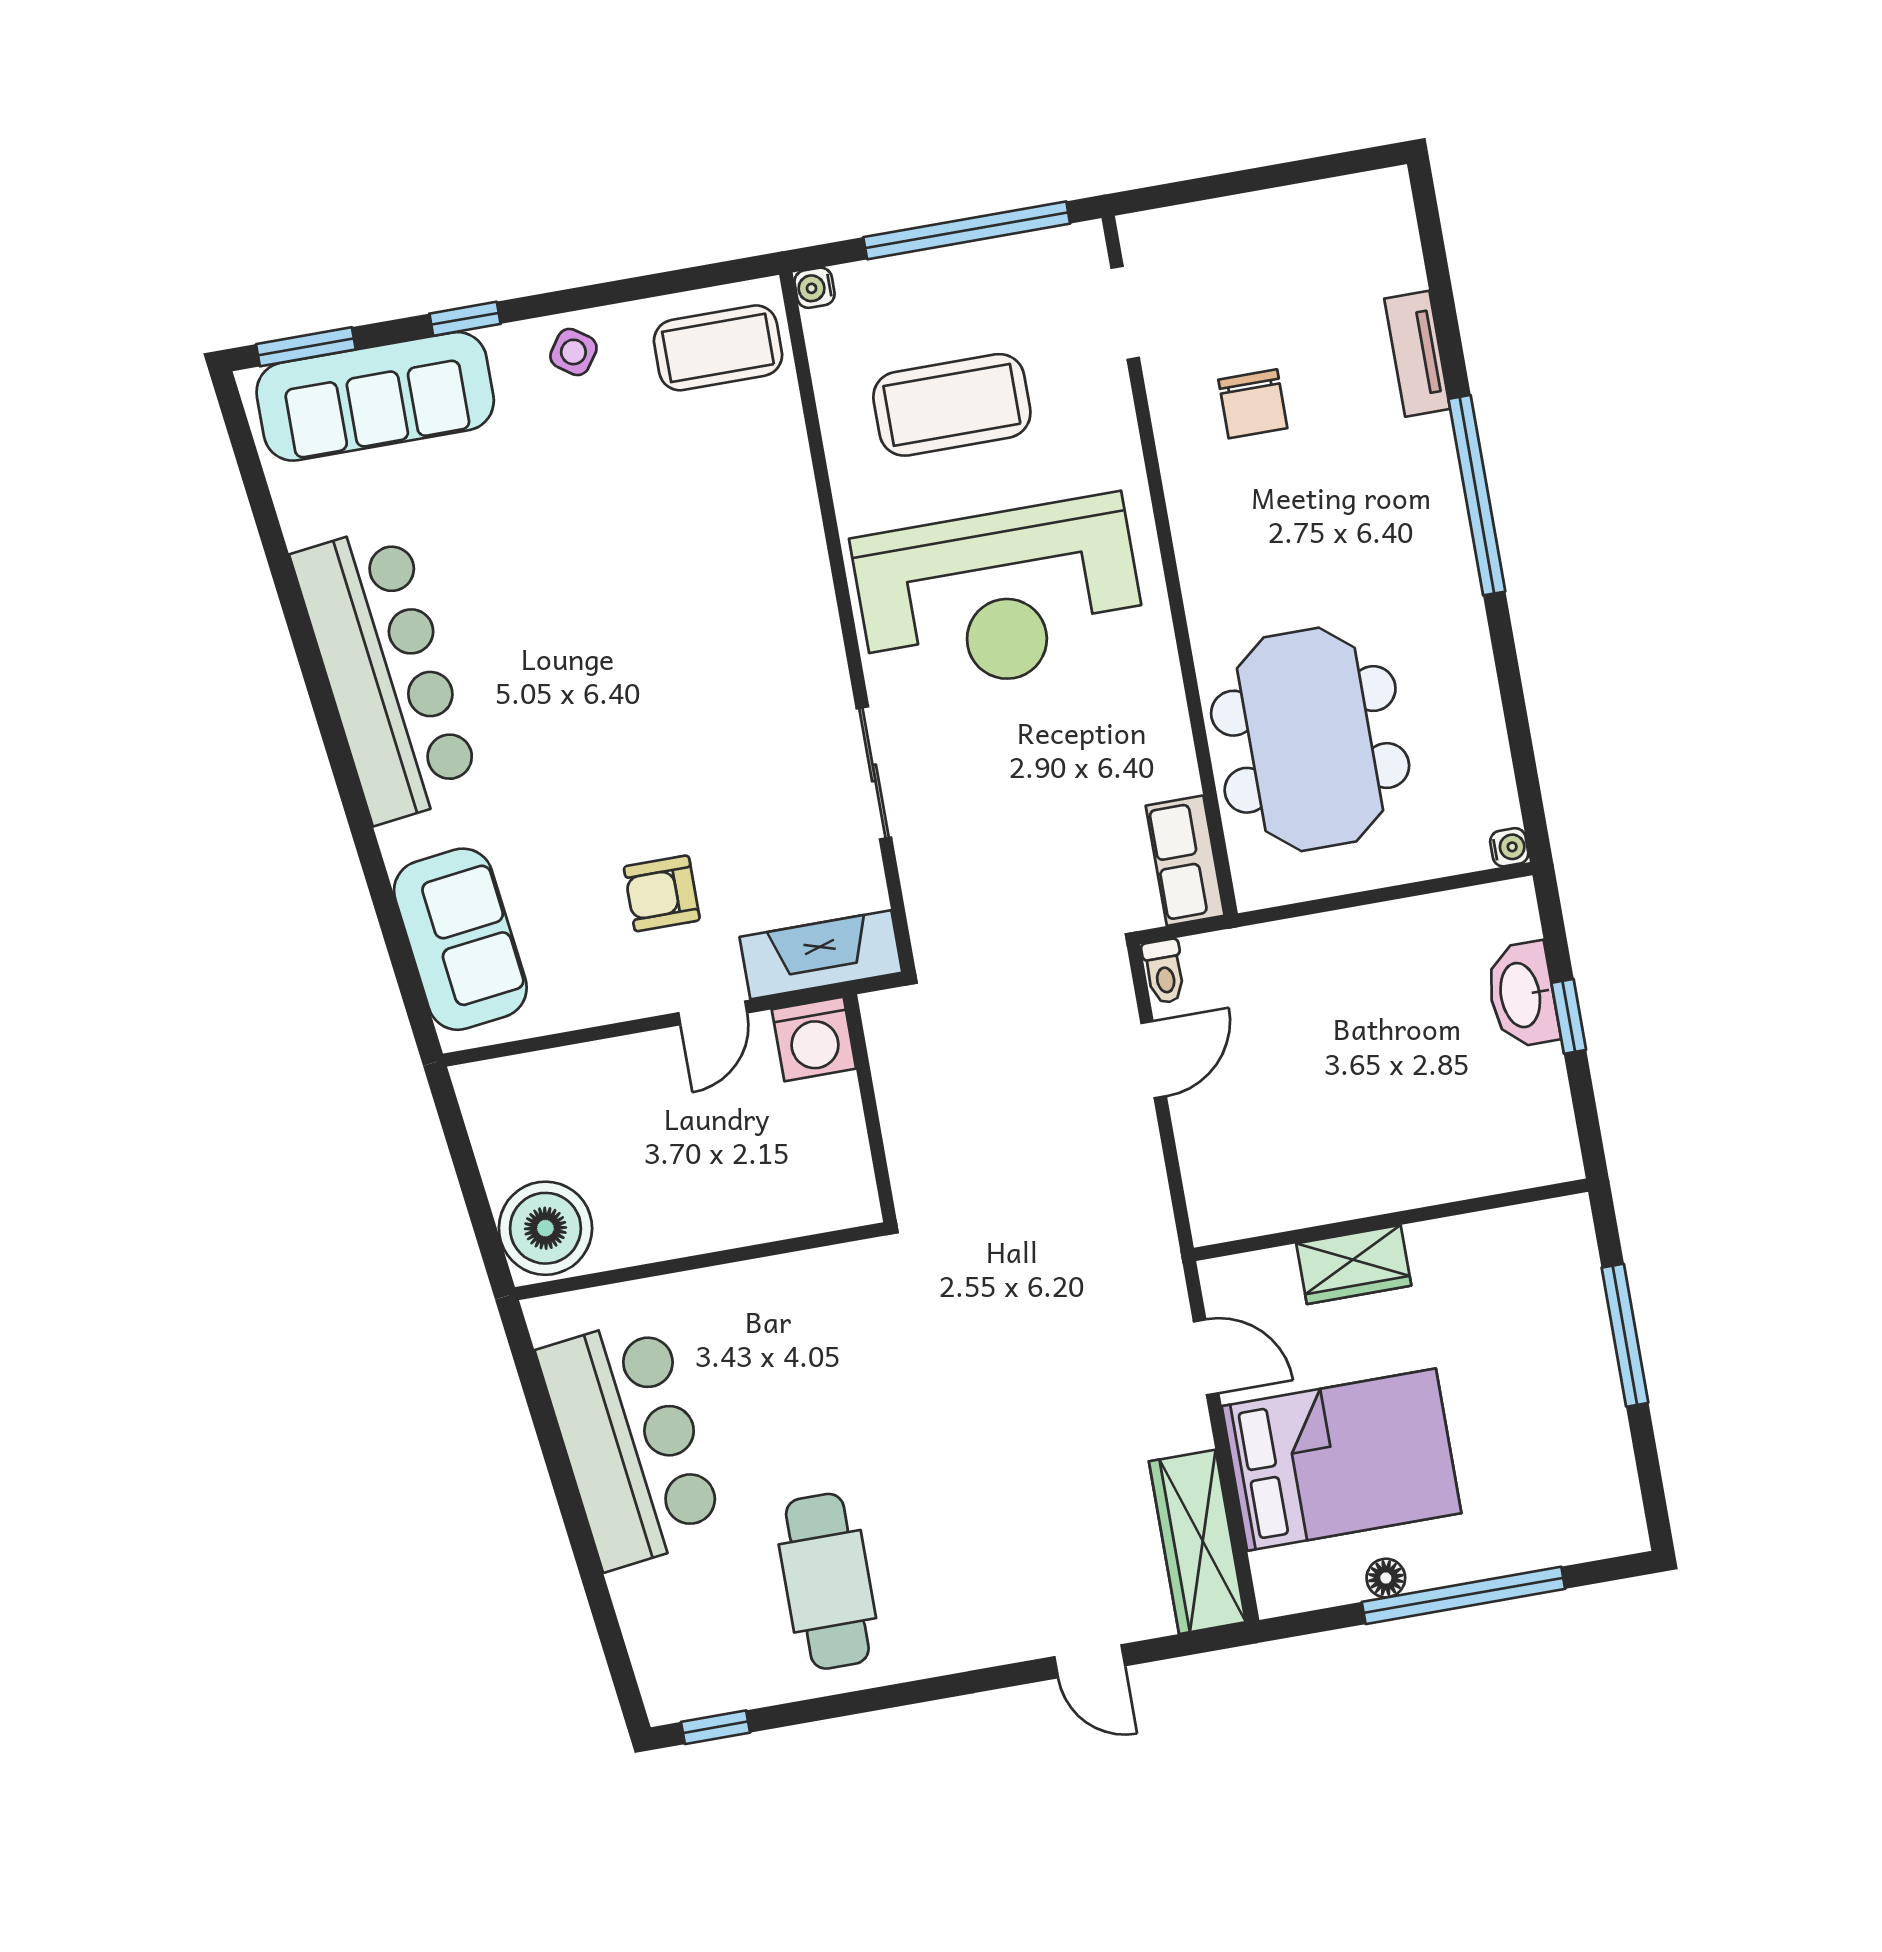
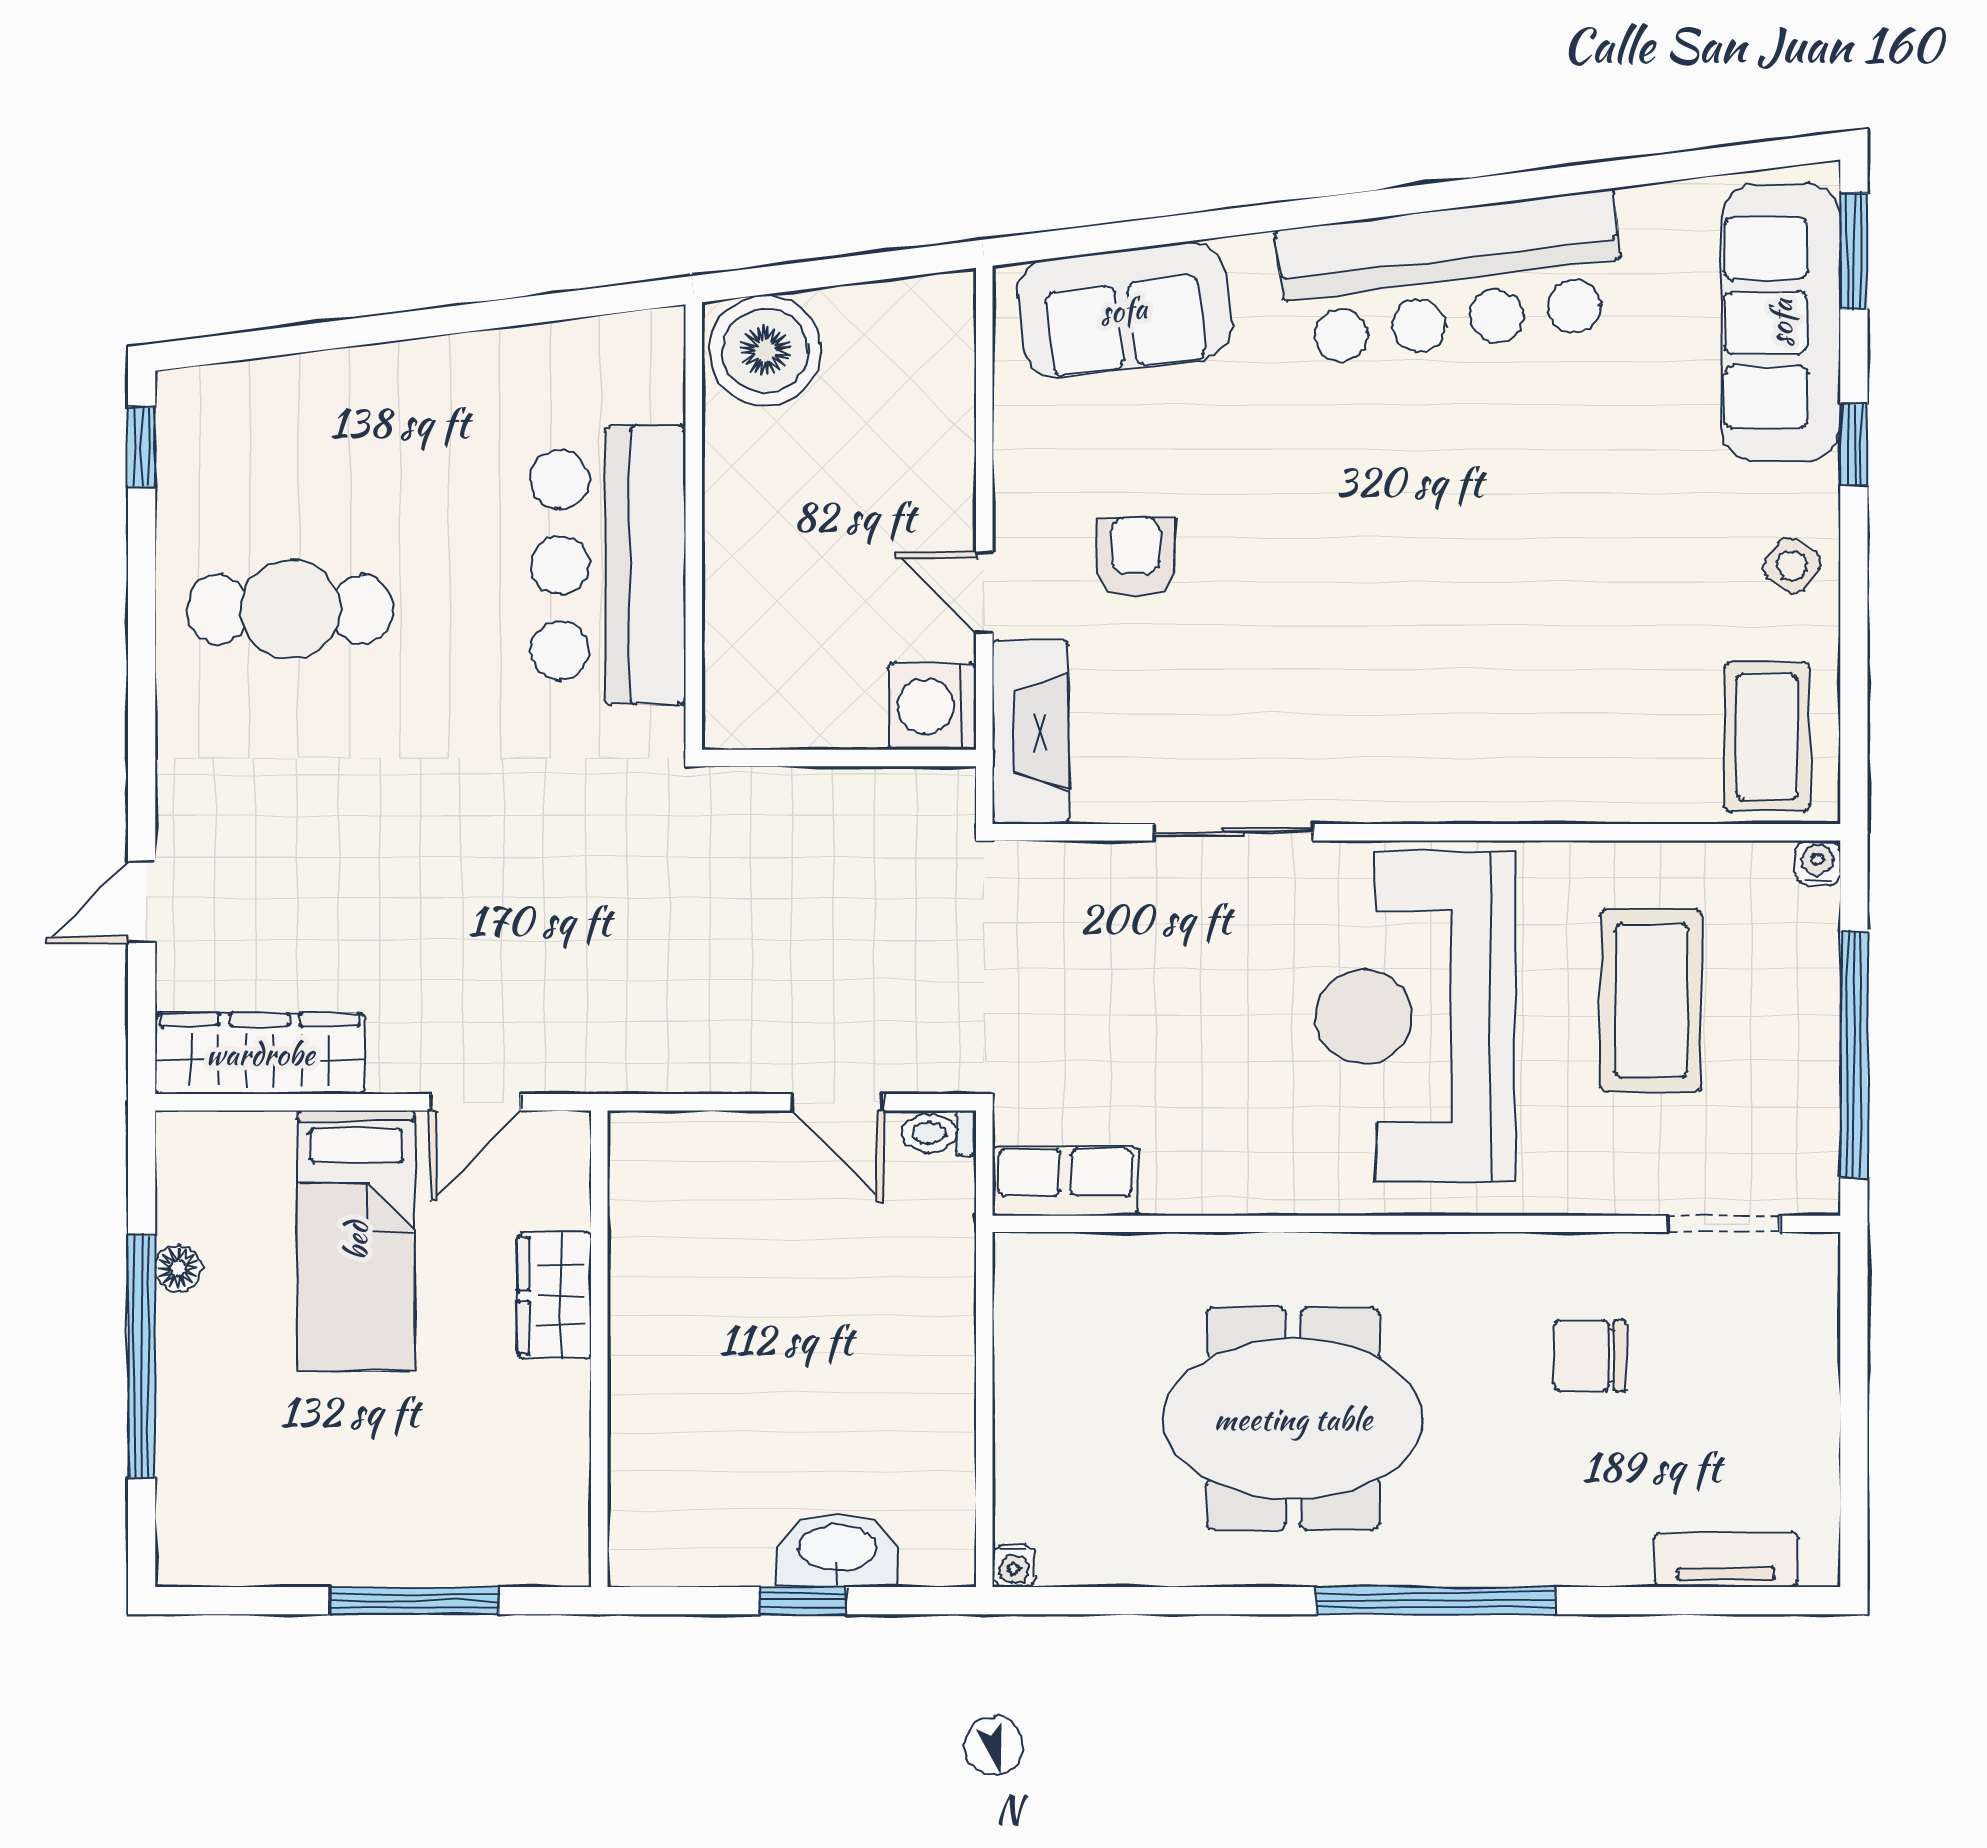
tv unit: (1417, 354) -> (1726, 1560), moved
meeting table: (1310, 739) -> (1293, 1419), moved
bar counter: (631, 1443) -> (608, 565), moved, turned 97
bed: (1342, 1460) -> (356, 1241), width x0.67

